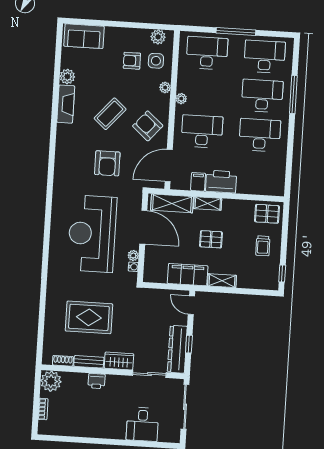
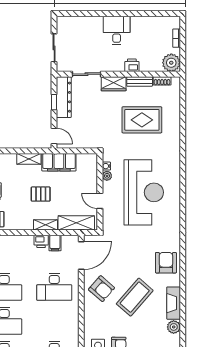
plant: (165, 88) -> (89, 323), removed
plant: (181, 99) -> (74, 314), removed
coffee table: (110, 114) -> (135, 297), width x1.36, depth x1.32
armchair: (107, 163) -> (166, 263), moved
printer: (221, 182) -> (41, 241), width x0.53, depth x0.68
door: (143, 227) -> (100, 201), width x0.53
sliding door: (185, 407) -> (54, 48), width x0.73
desk: (142, 424) -> (117, 30), moved

